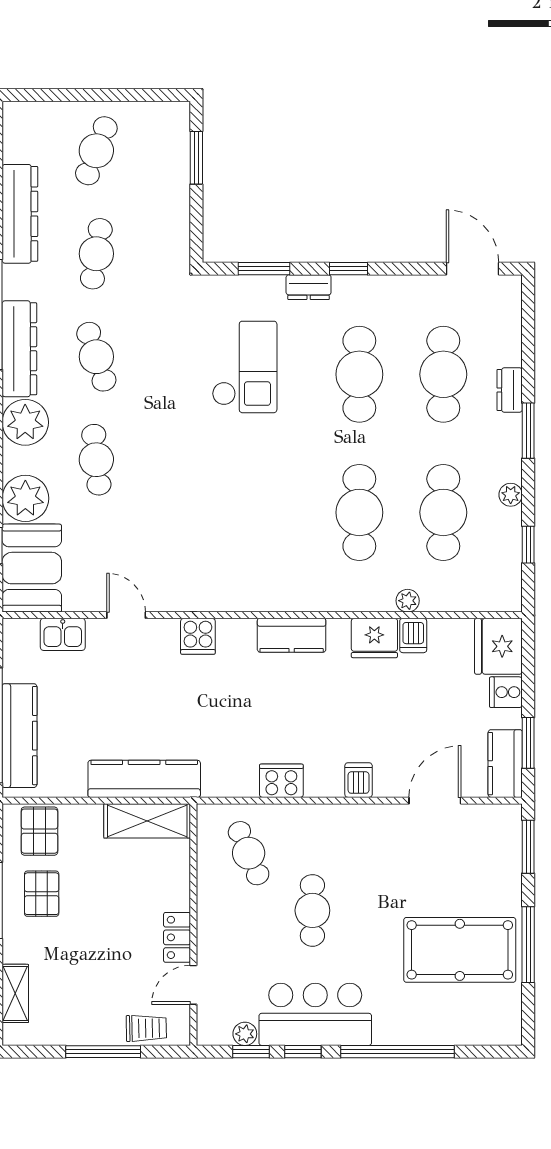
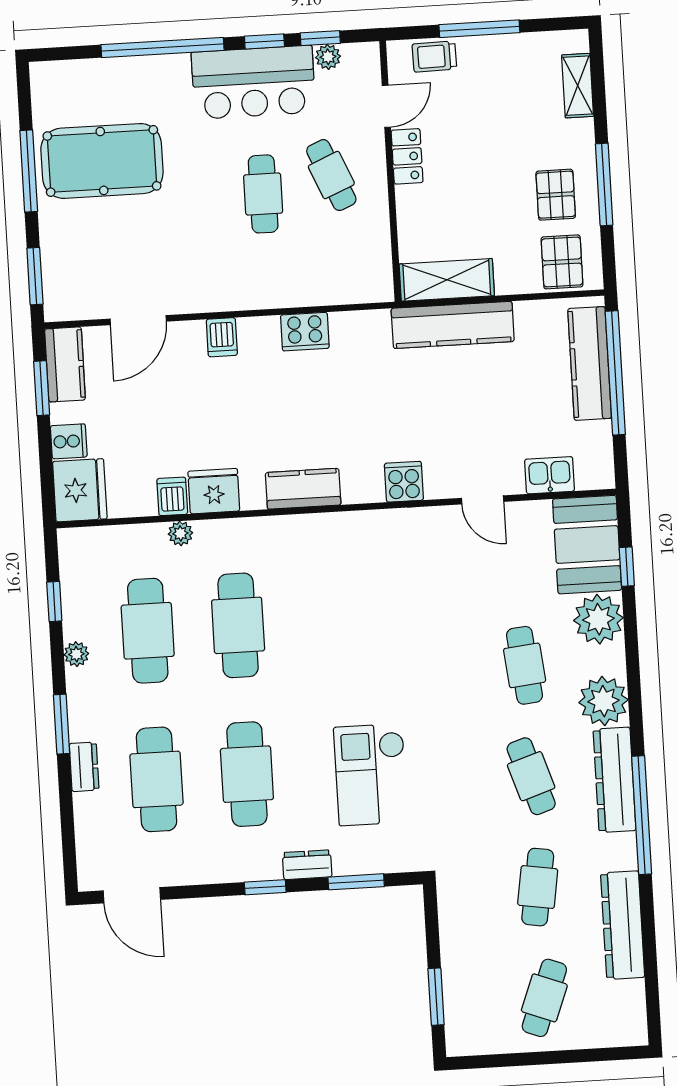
cafe table: (249, 853) -> (331, 175), moved

